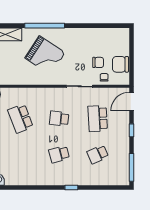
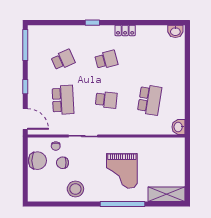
stool: (87, 39) -> (75, 189), added
grand piano: (45, 55) -> (122, 171), turned -123
door: (131, 102) -> (25, 119), hinge flipped
school desk: (20, 119) -> (150, 100), turned 30
locker: (42, 181) -> (125, 30), added

